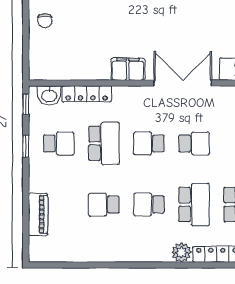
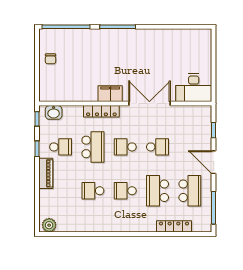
locker: (87, 94) -> (101, 111), moved
school desk: (194, 205) -> (158, 191), turned 180
piano: (38, 214) -> (46, 173), moved
plant: (181, 252) -> (49, 225), moved

